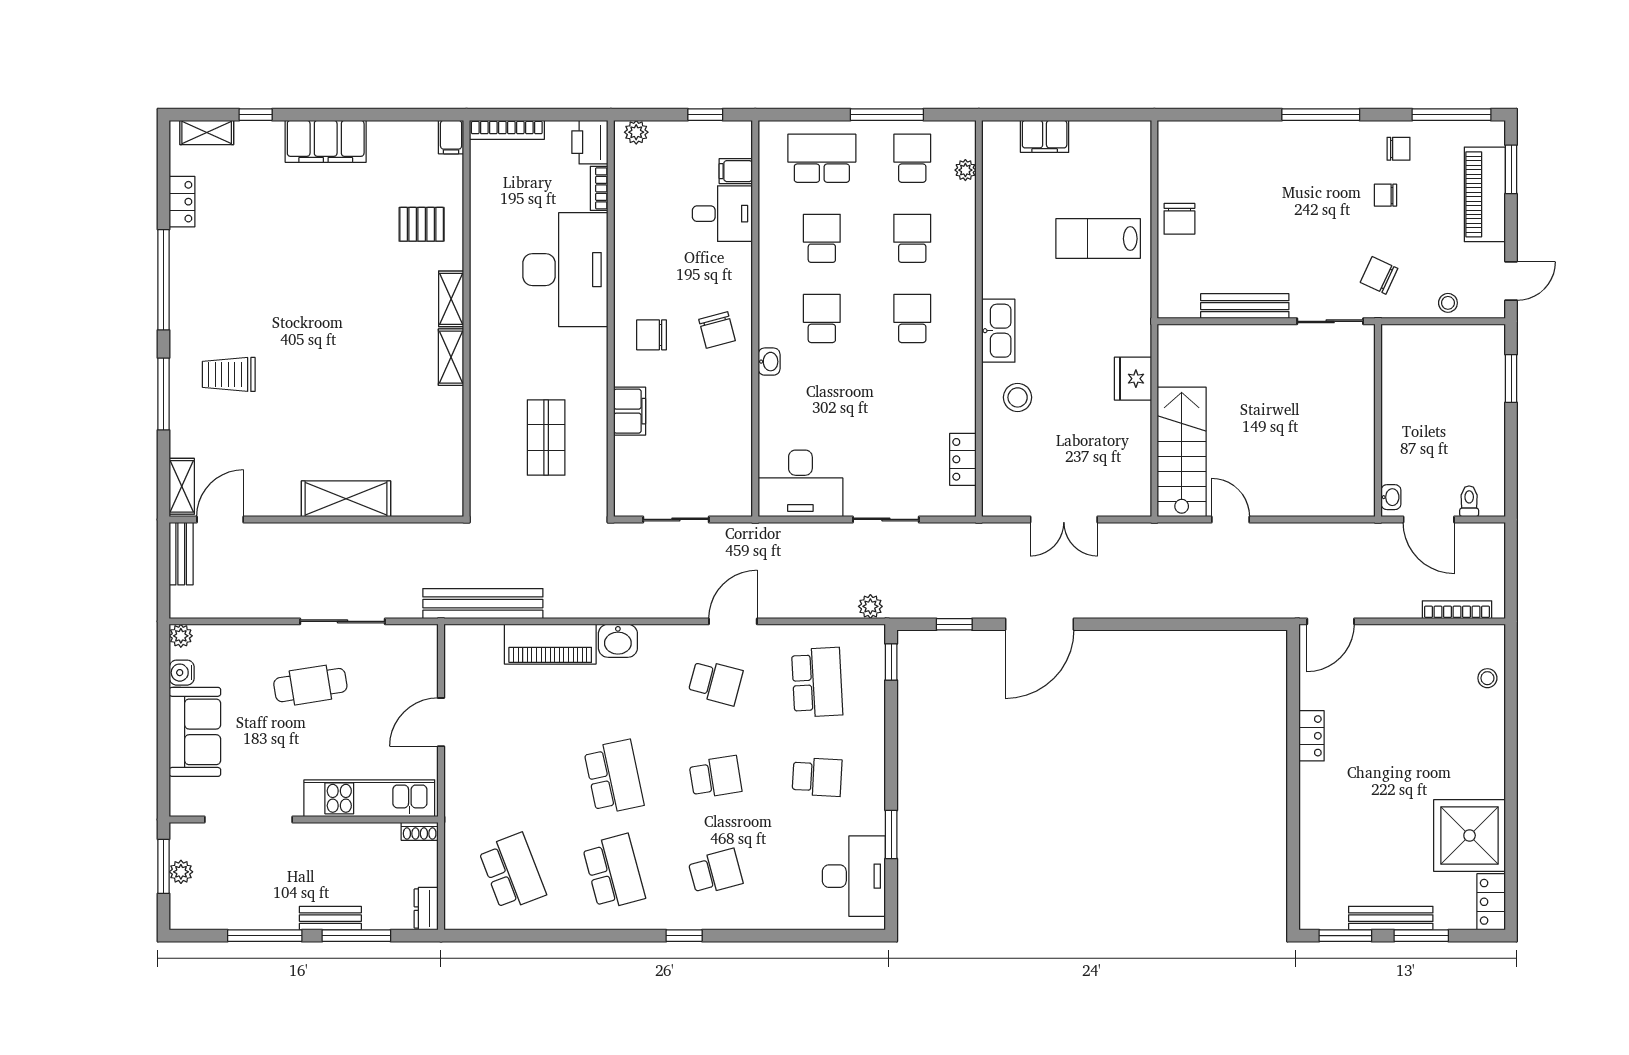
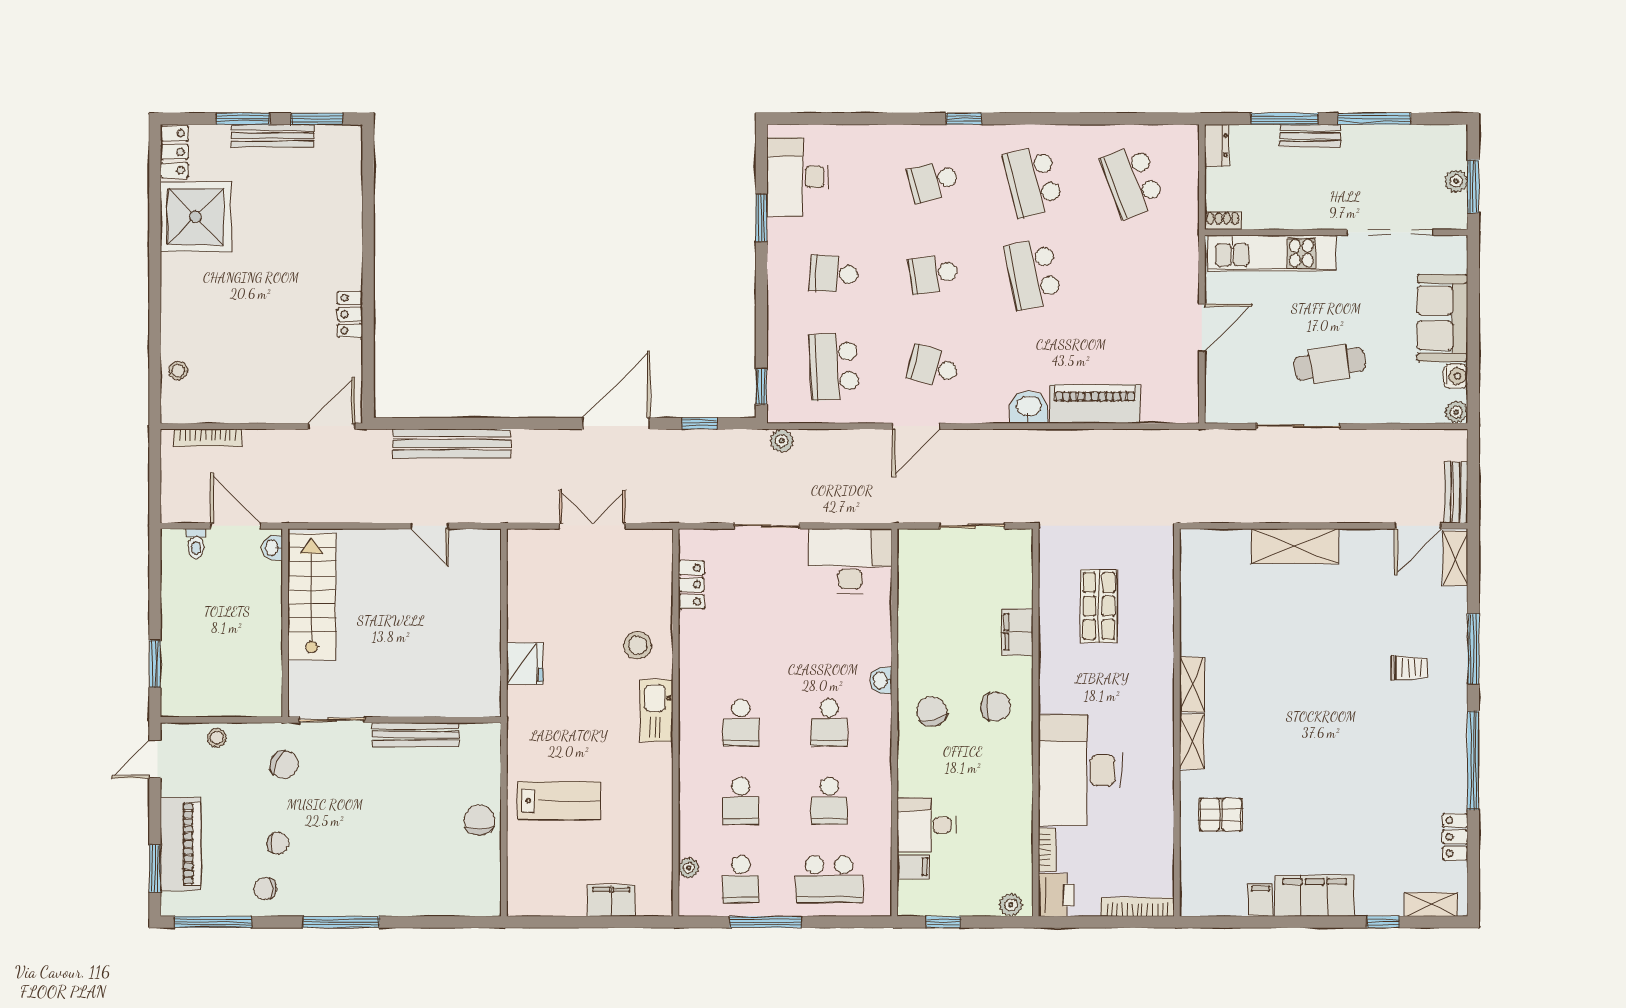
filing cabinet: (451, 137) -> (1260, 900), moved
trolley: (229, 374) -> (1409, 668), width x0.73, depth x0.72
stairs: (1182, 452) -> (312, 596), moved, turned 180
bench: (483, 604) -> (452, 444), moved

